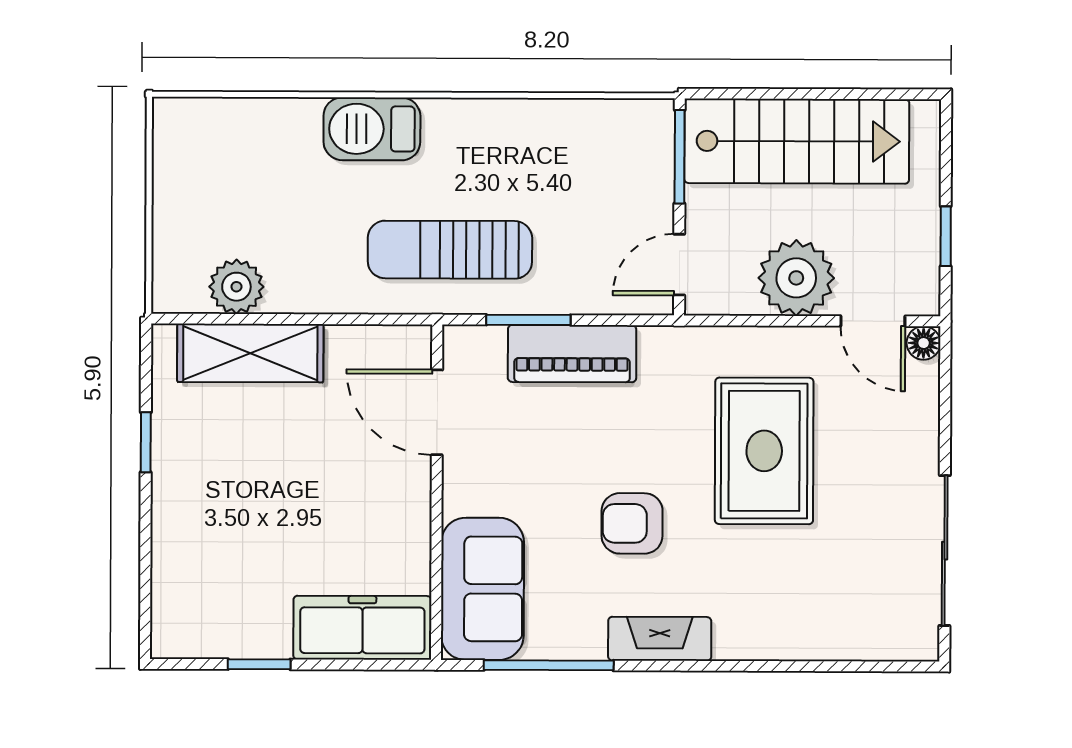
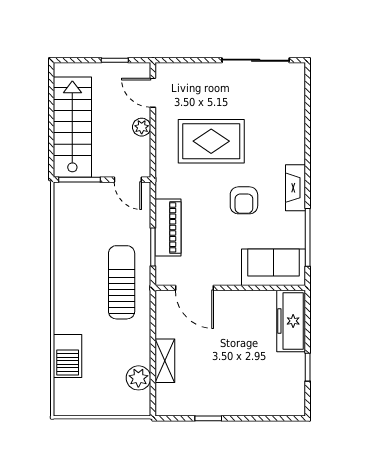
barbecue: (372, 129) -> (68, 356), moved
sun lounger: (450, 250) -> (122, 282), turned 180
plant: (796, 278) -> (142, 127), width x0.53, depth x0.53
door: (873, 321) -> (153, 93), swing flipped
floor lamp: (924, 343) -> (163, 70), removed
shelving: (250, 353) -> (165, 361), width x0.67, depth x0.75
door: (437, 412) -> (194, 288), hinge flipped

